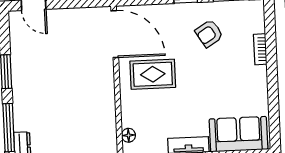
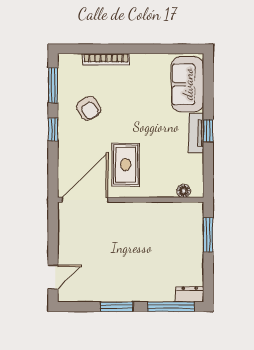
bookcase: (260, 49) -> (106, 59), width x1.56

